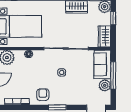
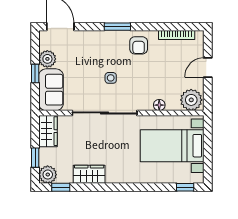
window: (113, 75) -> (35, 74), width x0.46

